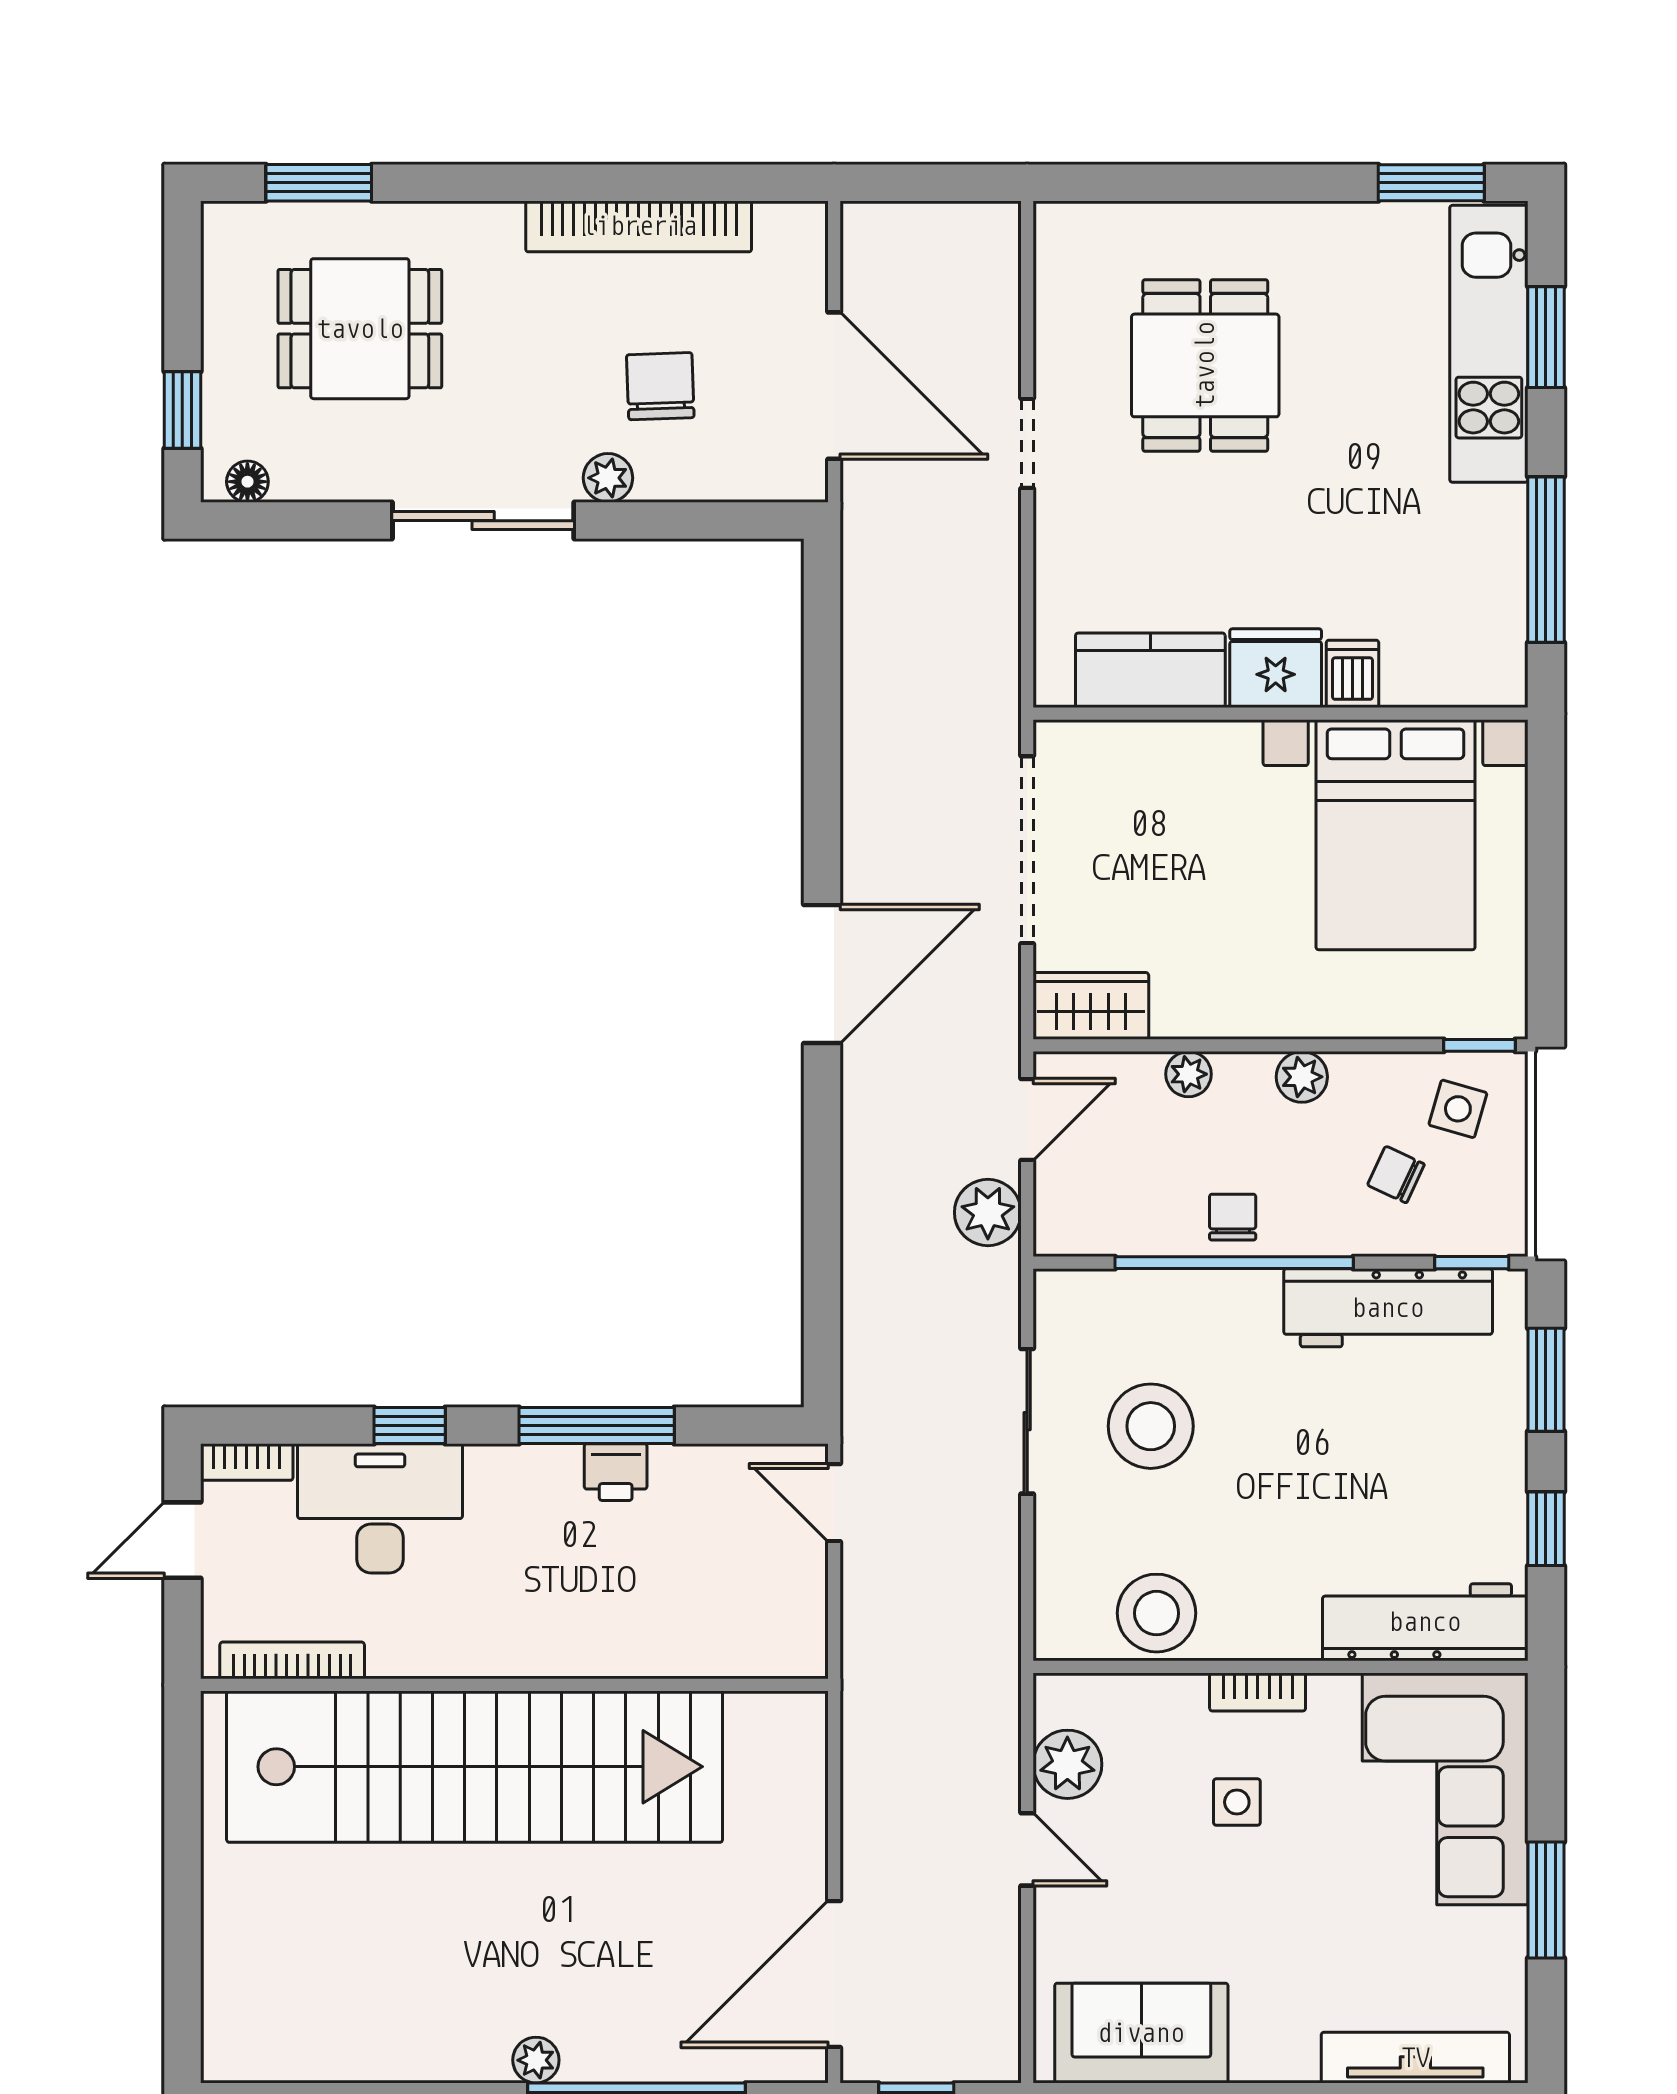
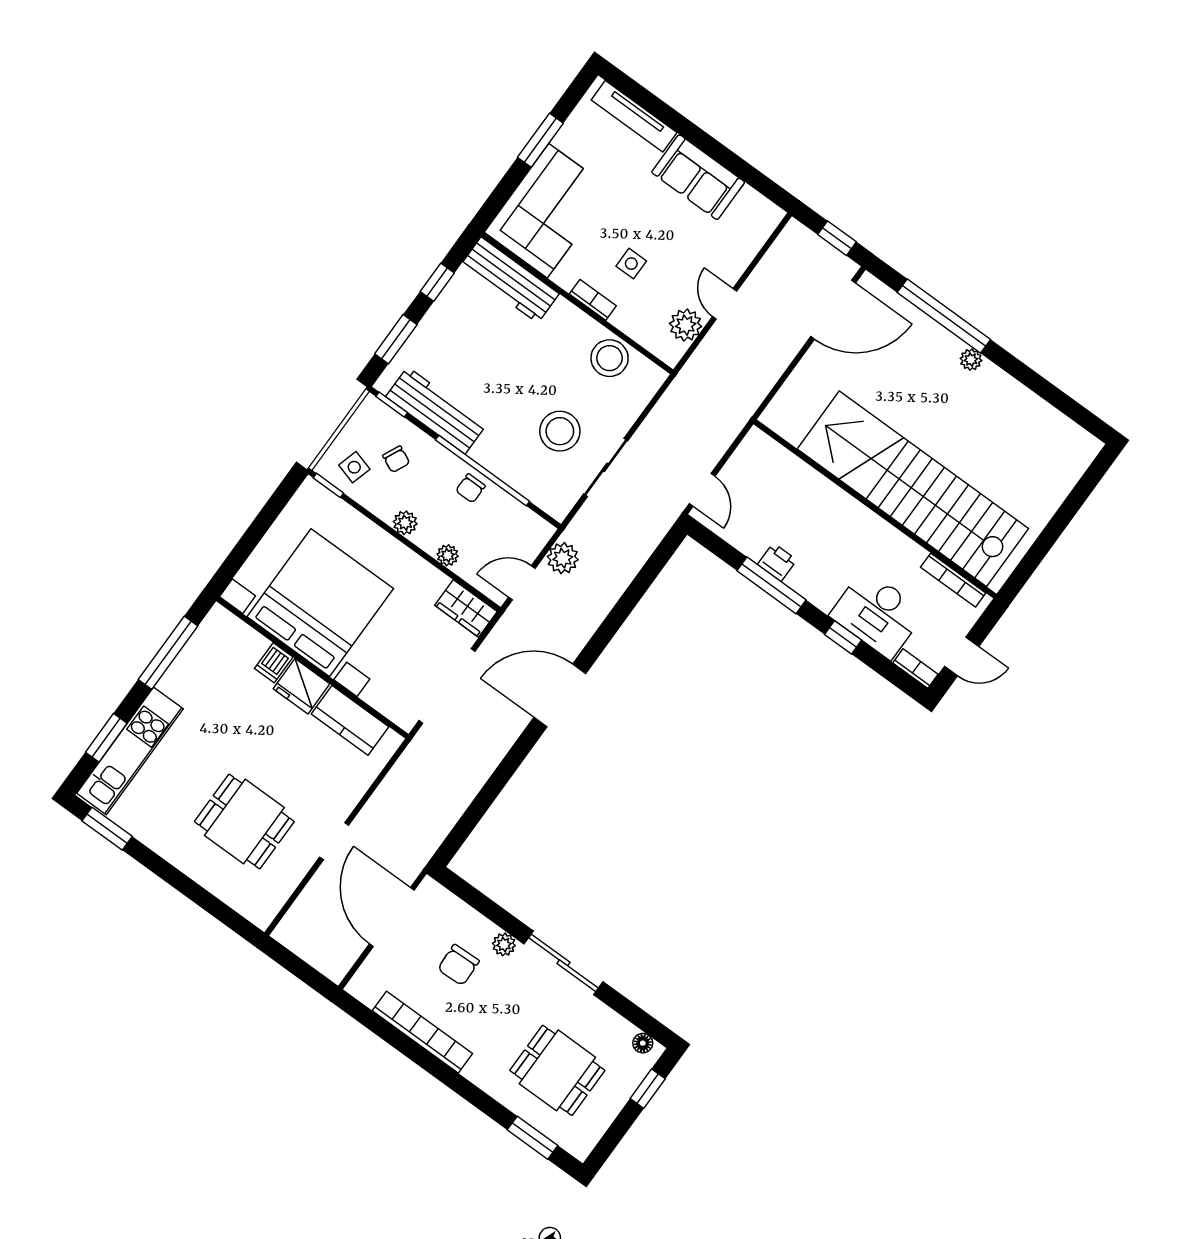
dining table: (1205, 365) -> (244, 822), turned 90
bed with nightstands: (1395, 835) -> (320, 603), width x1.36
sofa: (1141, 2033) -> (698, 177), moved

